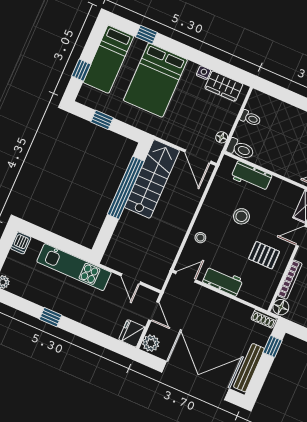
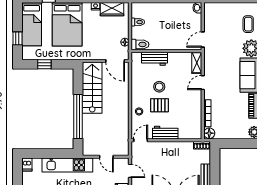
window: (126, 188) -> (78, 117), moved
pallet: (264, 255) -> (160, 105), moved
window: (273, 346) -> (215, 160), removed

